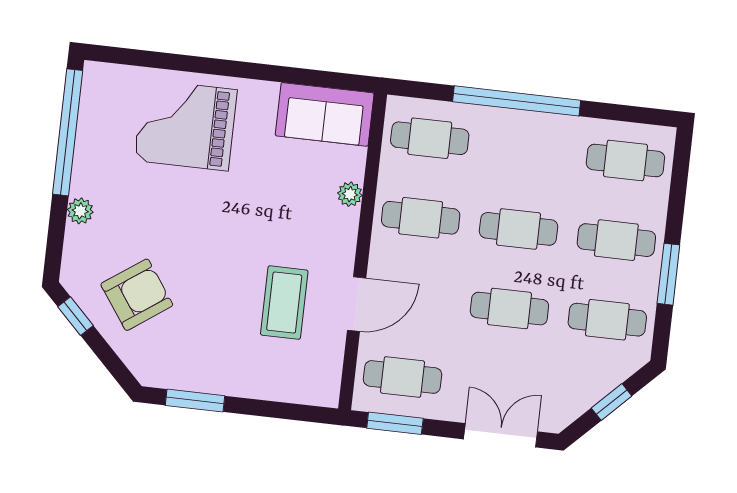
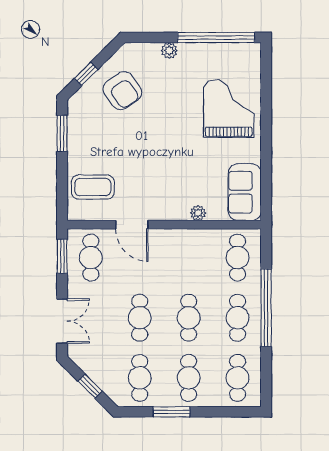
cafe table: (421, 218) -> (238, 318), moved
coffee table: (284, 303) -> (93, 187), moved
window: (75, 316) -> (86, 74), moved

